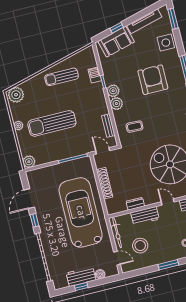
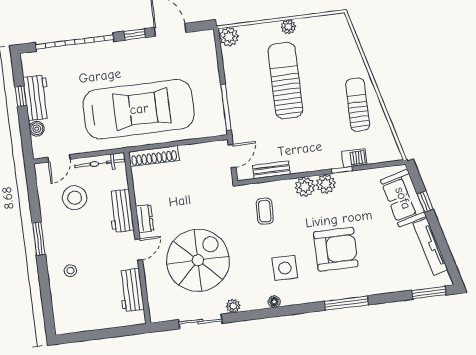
side table: (166, 43) -> (285, 268), moved
plant: (16, 95) -> (338, 29), removed
shoe rack: (105, 183) -> (154, 156), moved
dresser: (135, 204) -> (145, 219), moved

